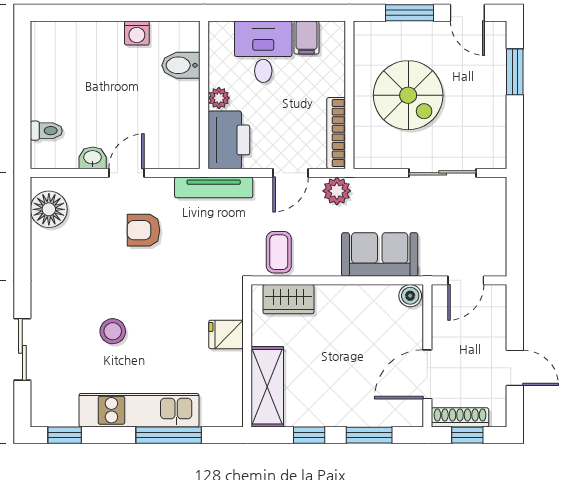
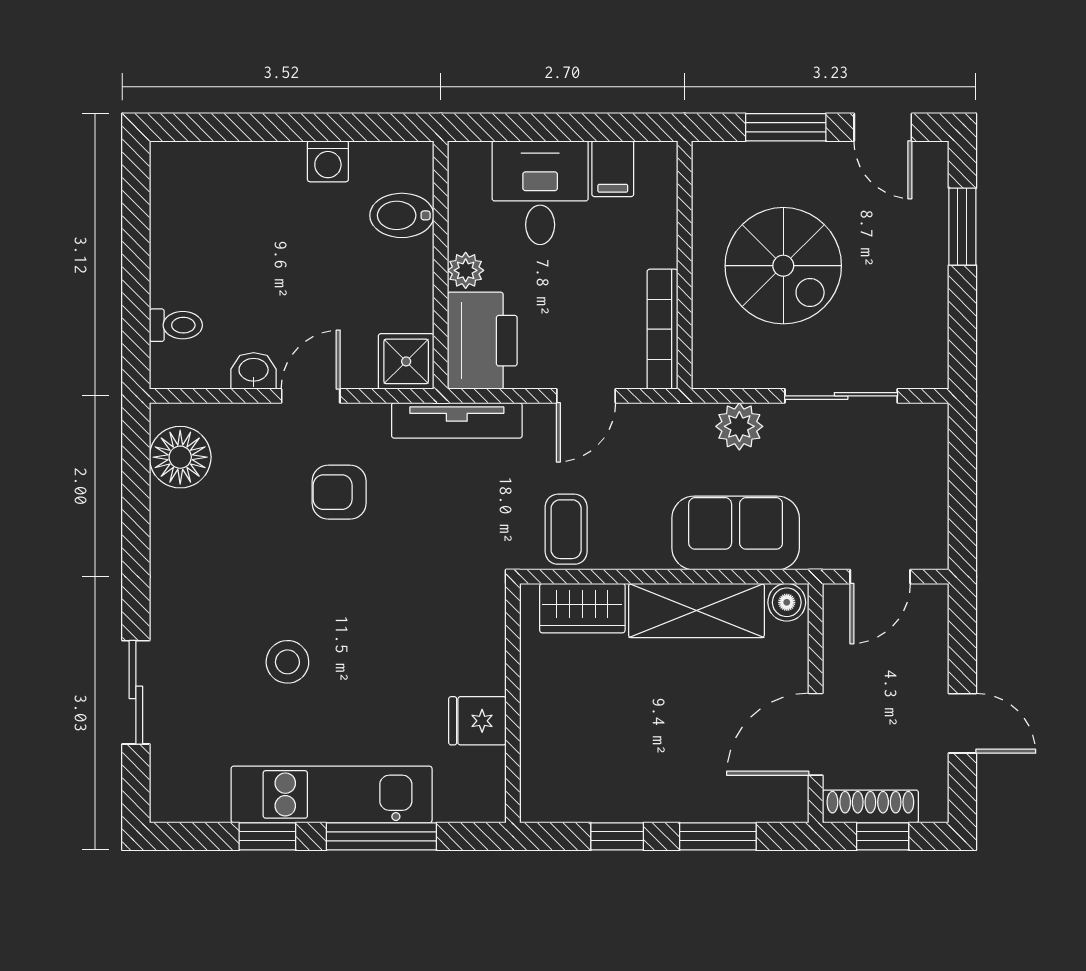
shower: (183, 152) -> (406, 361), added
plant: (337, 191) -> (739, 426), moved
fridge: (226, 334) -> (477, 721), moved
shelving: (267, 387) -> (696, 611), moved, turned 90
window: (65, 435) -> (267, 836), moved

